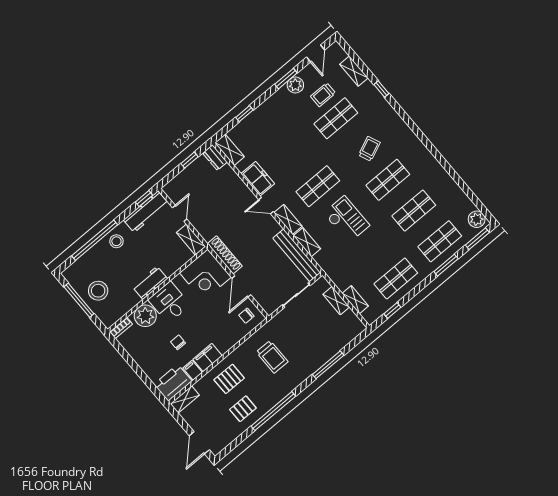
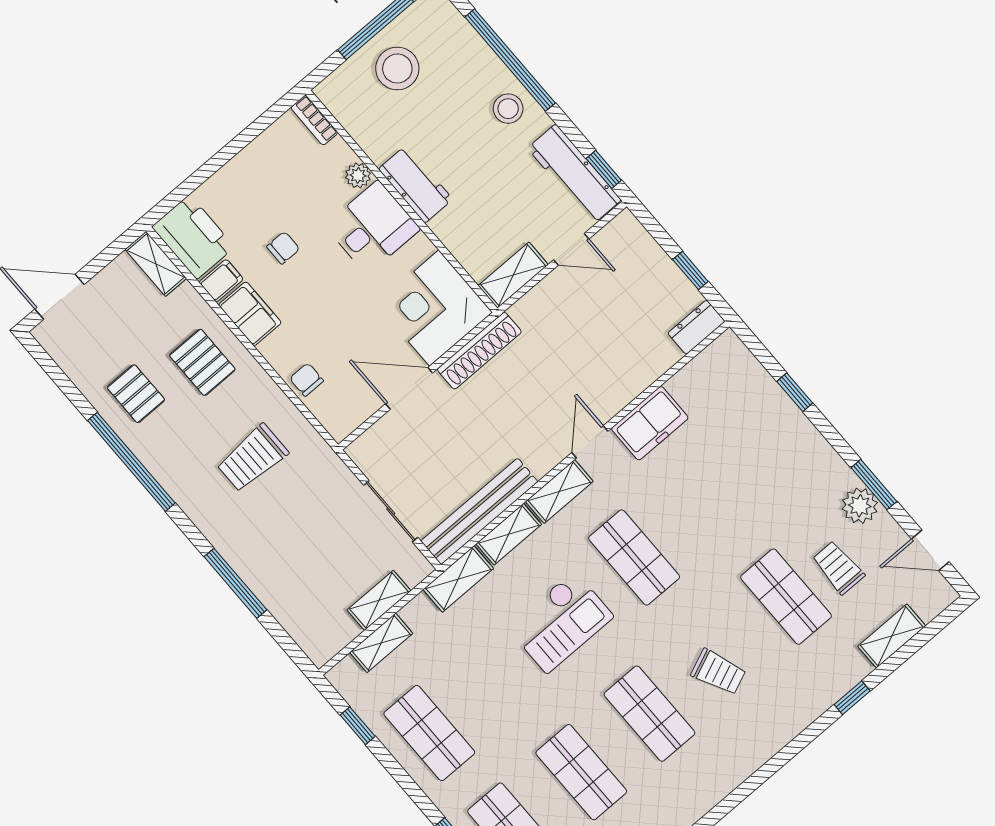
shelving: (230, 150) -> (458, 579), moved
plant: (145, 316) -> (358, 175), width x0.53, depth x0.53
chair: (246, 316) -> (307, 380), moved

